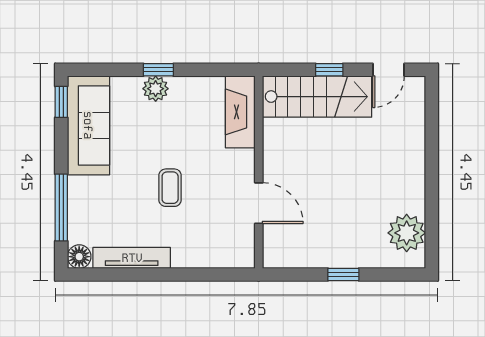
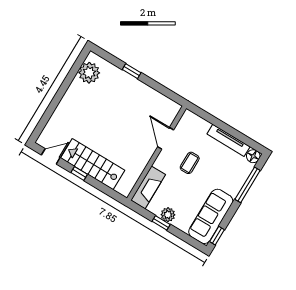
fireplace: (240, 112) -> (148, 187), moved
wall: (259, 172) -> (157, 153), moved
door: (259, 203) -> (166, 138), moved

